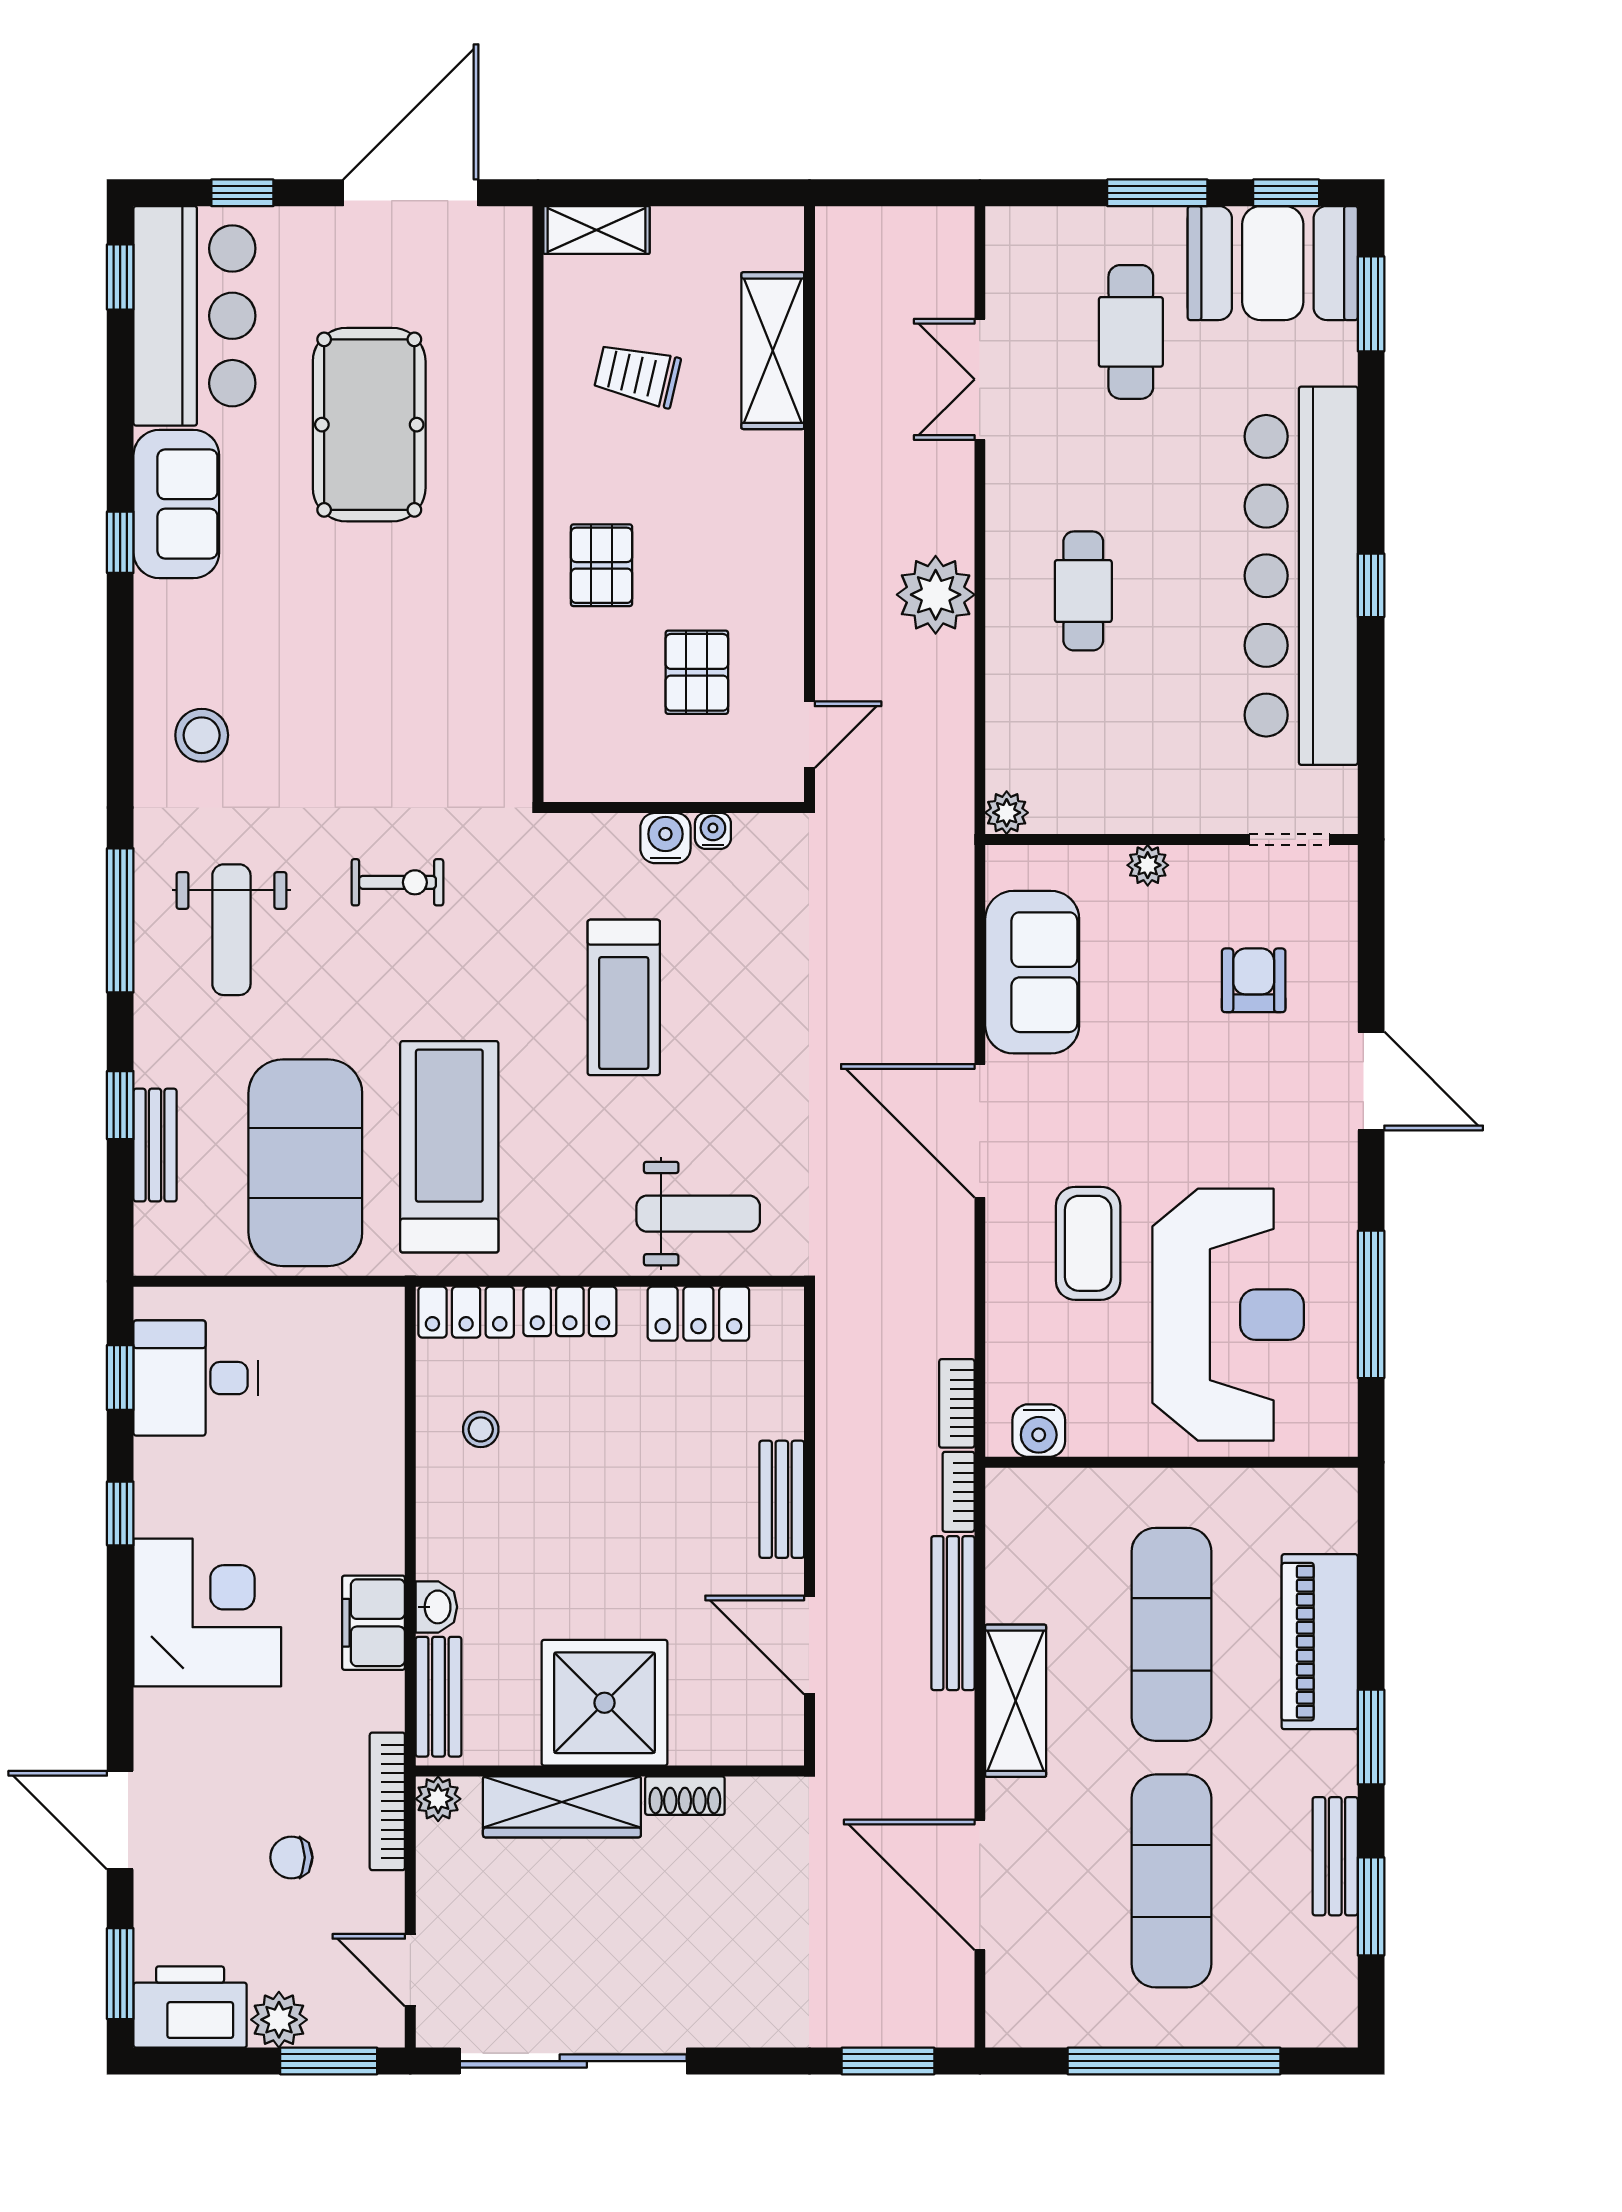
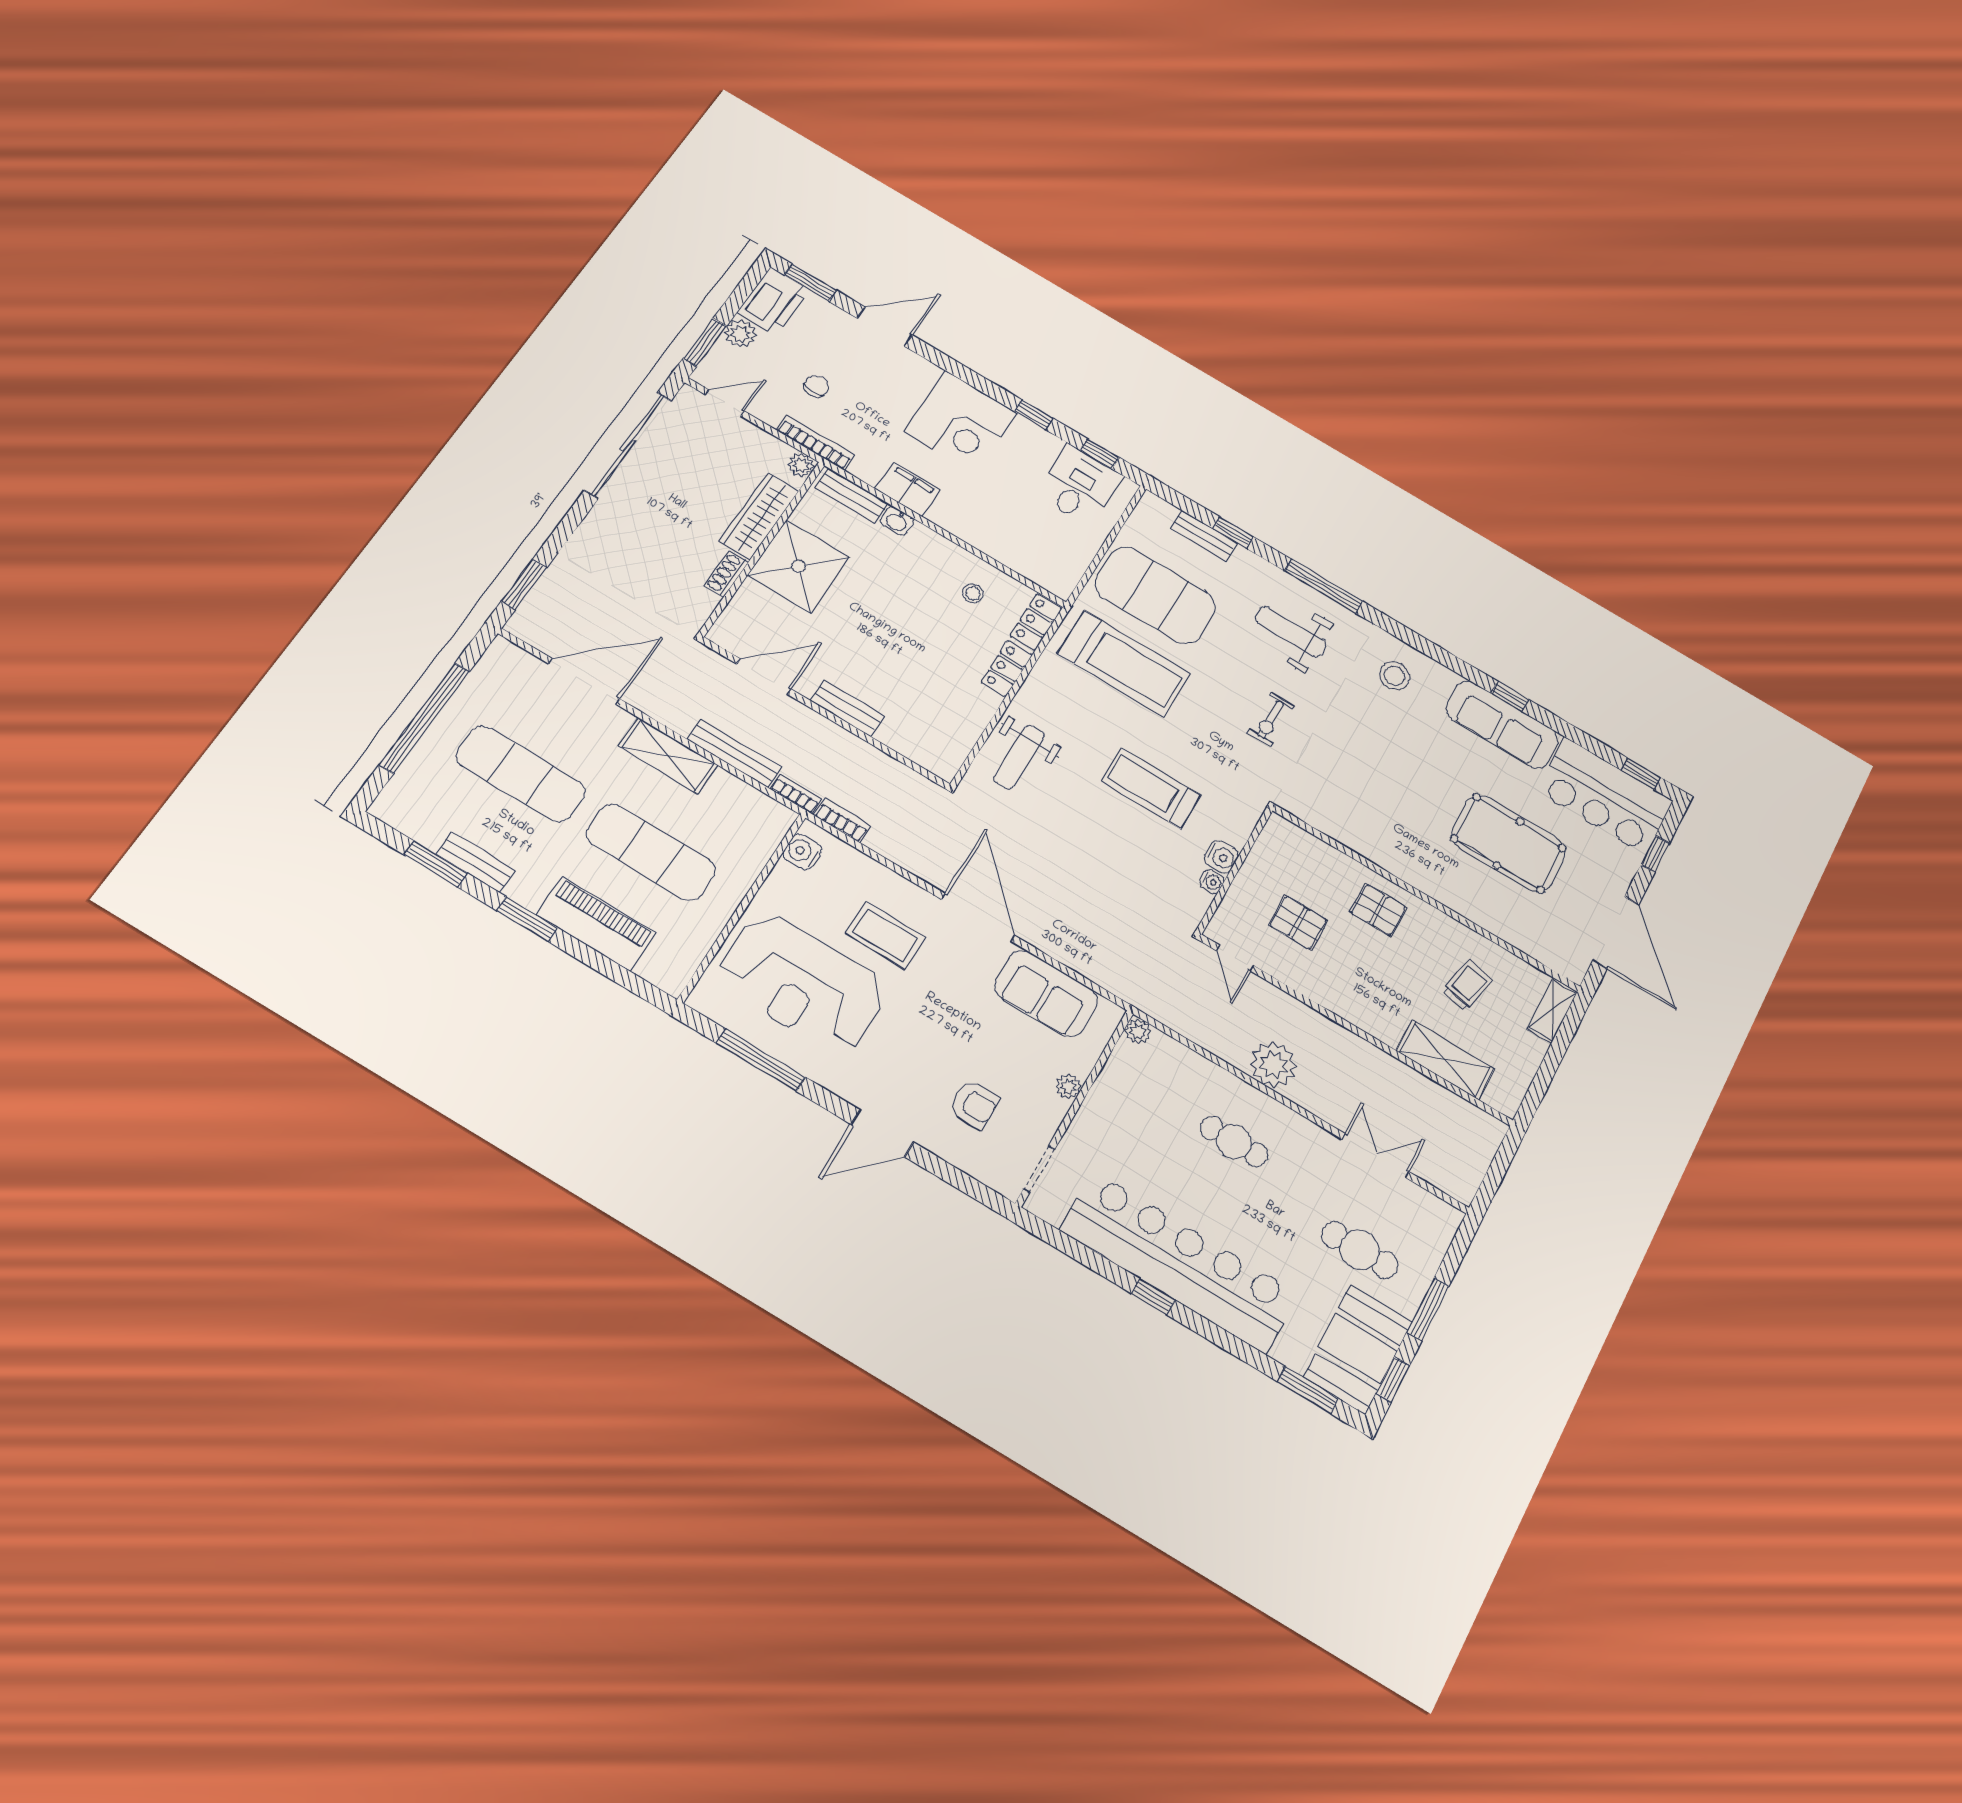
sofa: (176, 504) -> (1502, 724), width x1.36
door: (980, 1131) -> (978, 917), hinge flipped
locker: (698, 1314) -> (968, 727), removed

